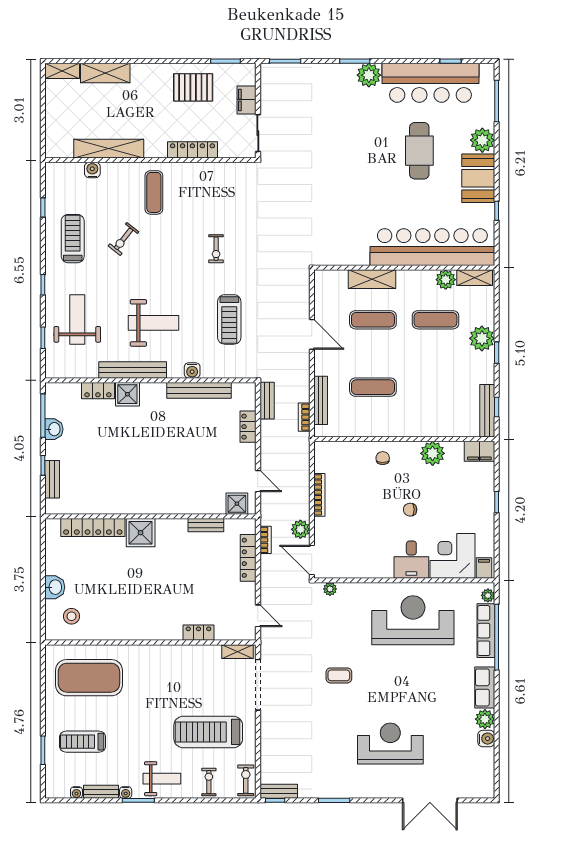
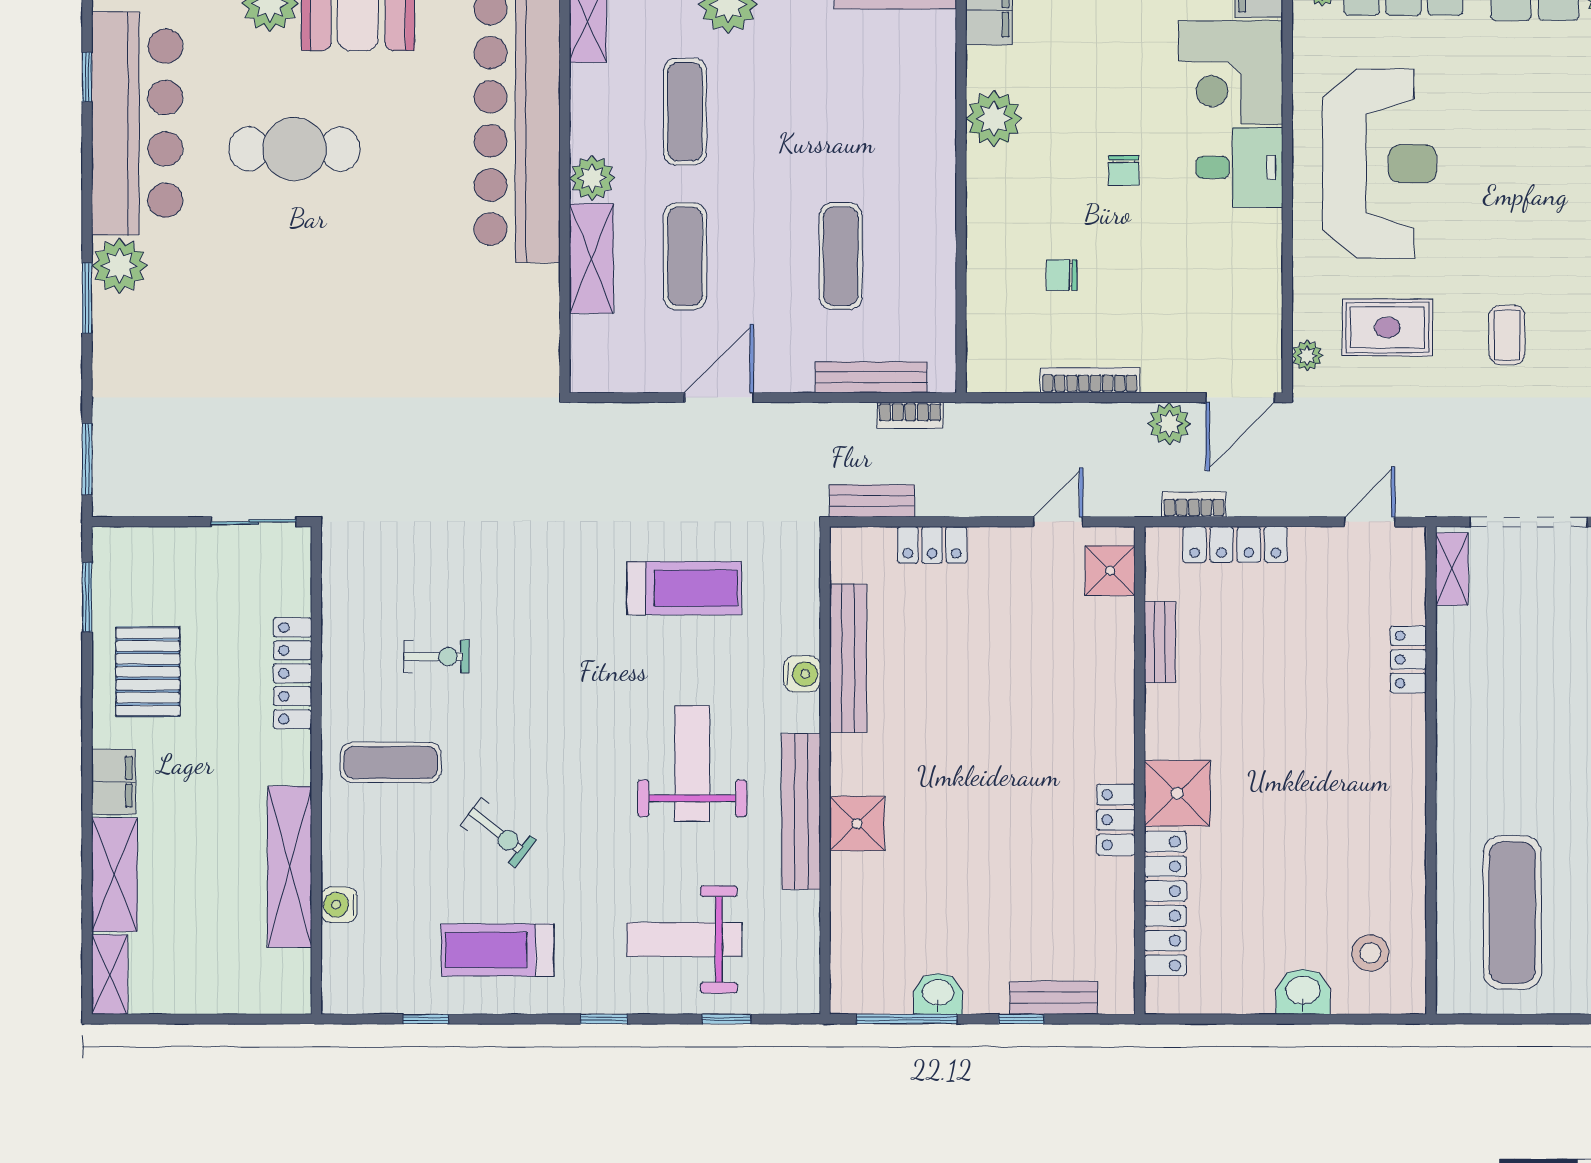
filing cabinet: (247, 100) -> (114, 782), moved, turned -90
exercise bike: (216, 249) -> (436, 657), moved
plant: (446, 280) -> (592, 178), moved
locker: (98, 391) -> (1116, 820), moved, turned 180
chair: (383, 458) -> (1062, 275), moved
reception desk: (413, 620) -> (1380, 164), turned 180
rug: (342, 624) -> (1387, 327), added
exercise mat: (89, 678) -> (1512, 912), width x0.68

